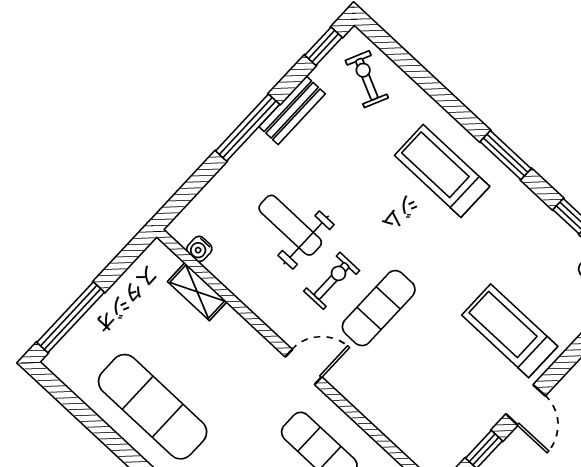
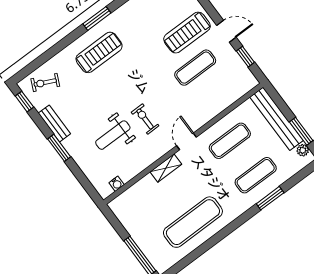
window: (248, 128) -> (59, 148), width x0.69
treadmill: (442, 171) -> (99, 52), turned 180
shelving: (197, 292) -> (166, 168), moved
exercise mat: (379, 308) -> (195, 68), moved, turned 90

